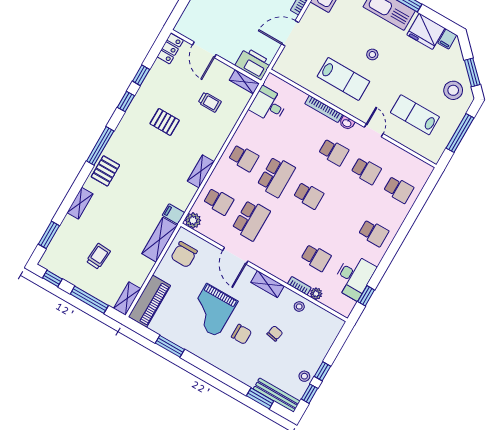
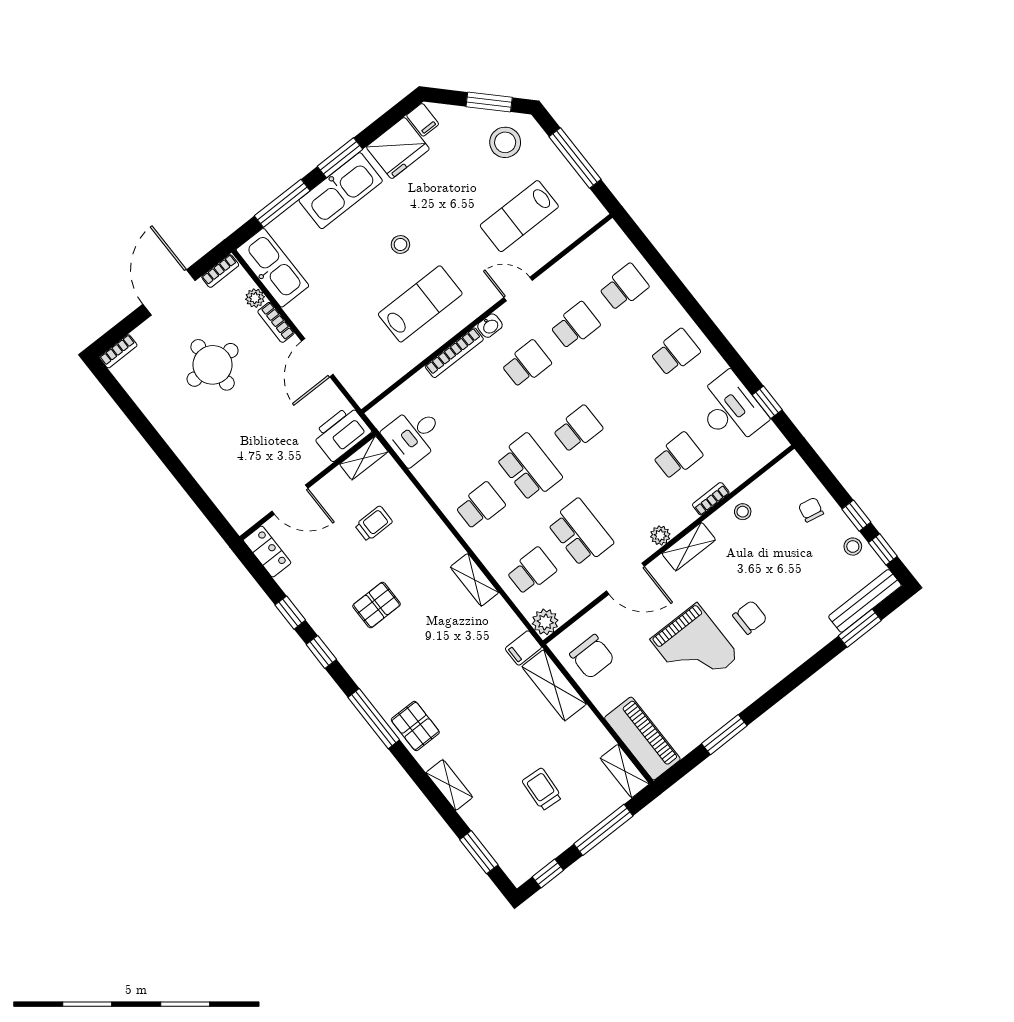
plant: (316, 294) -> (660, 535), moved
chair: (275, 333) -> (811, 510), moved

